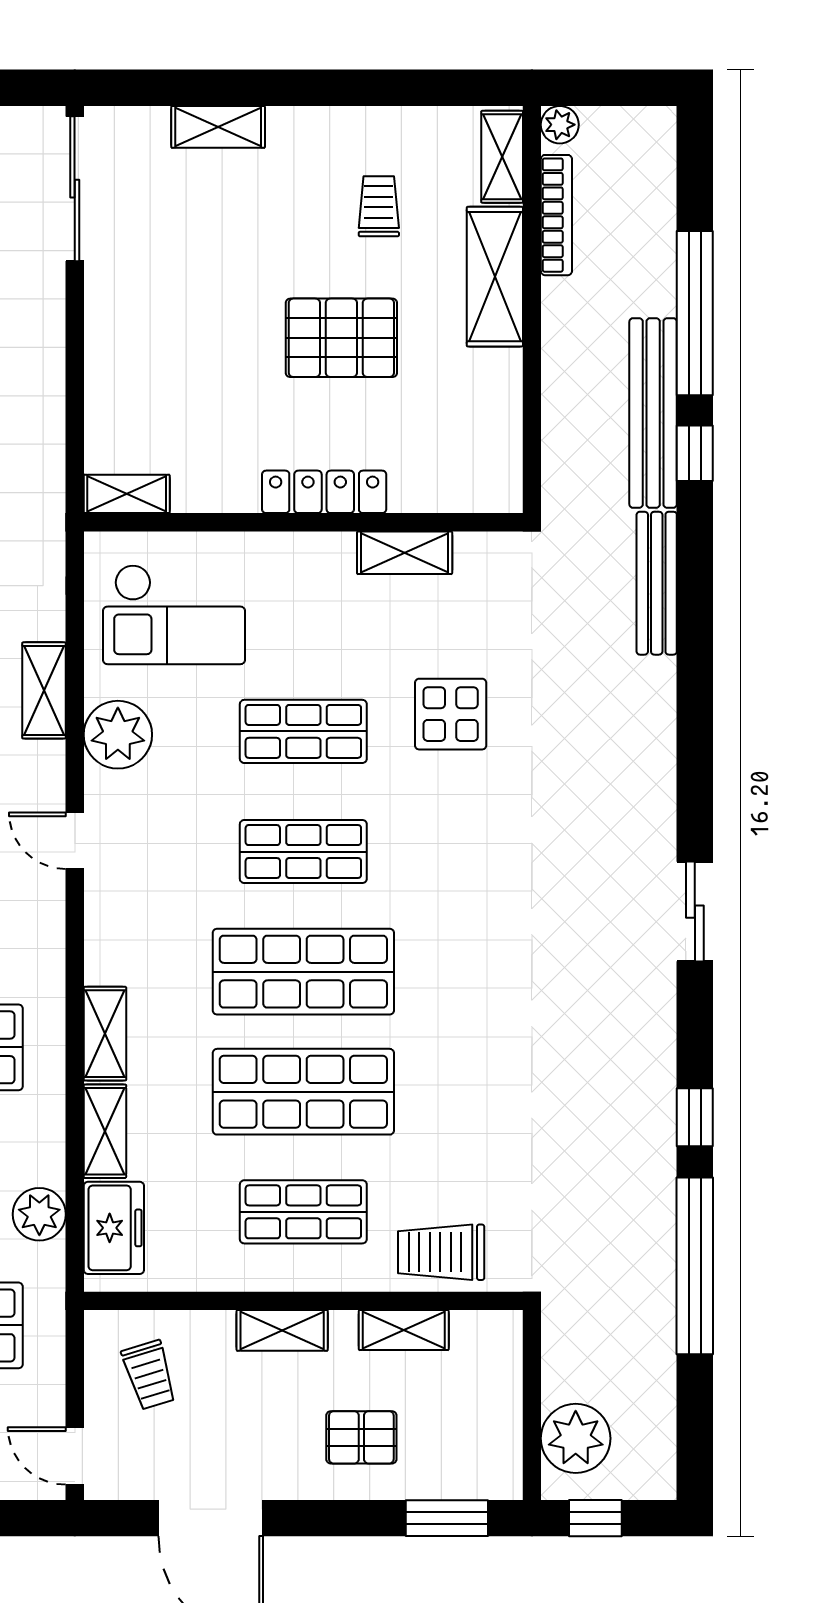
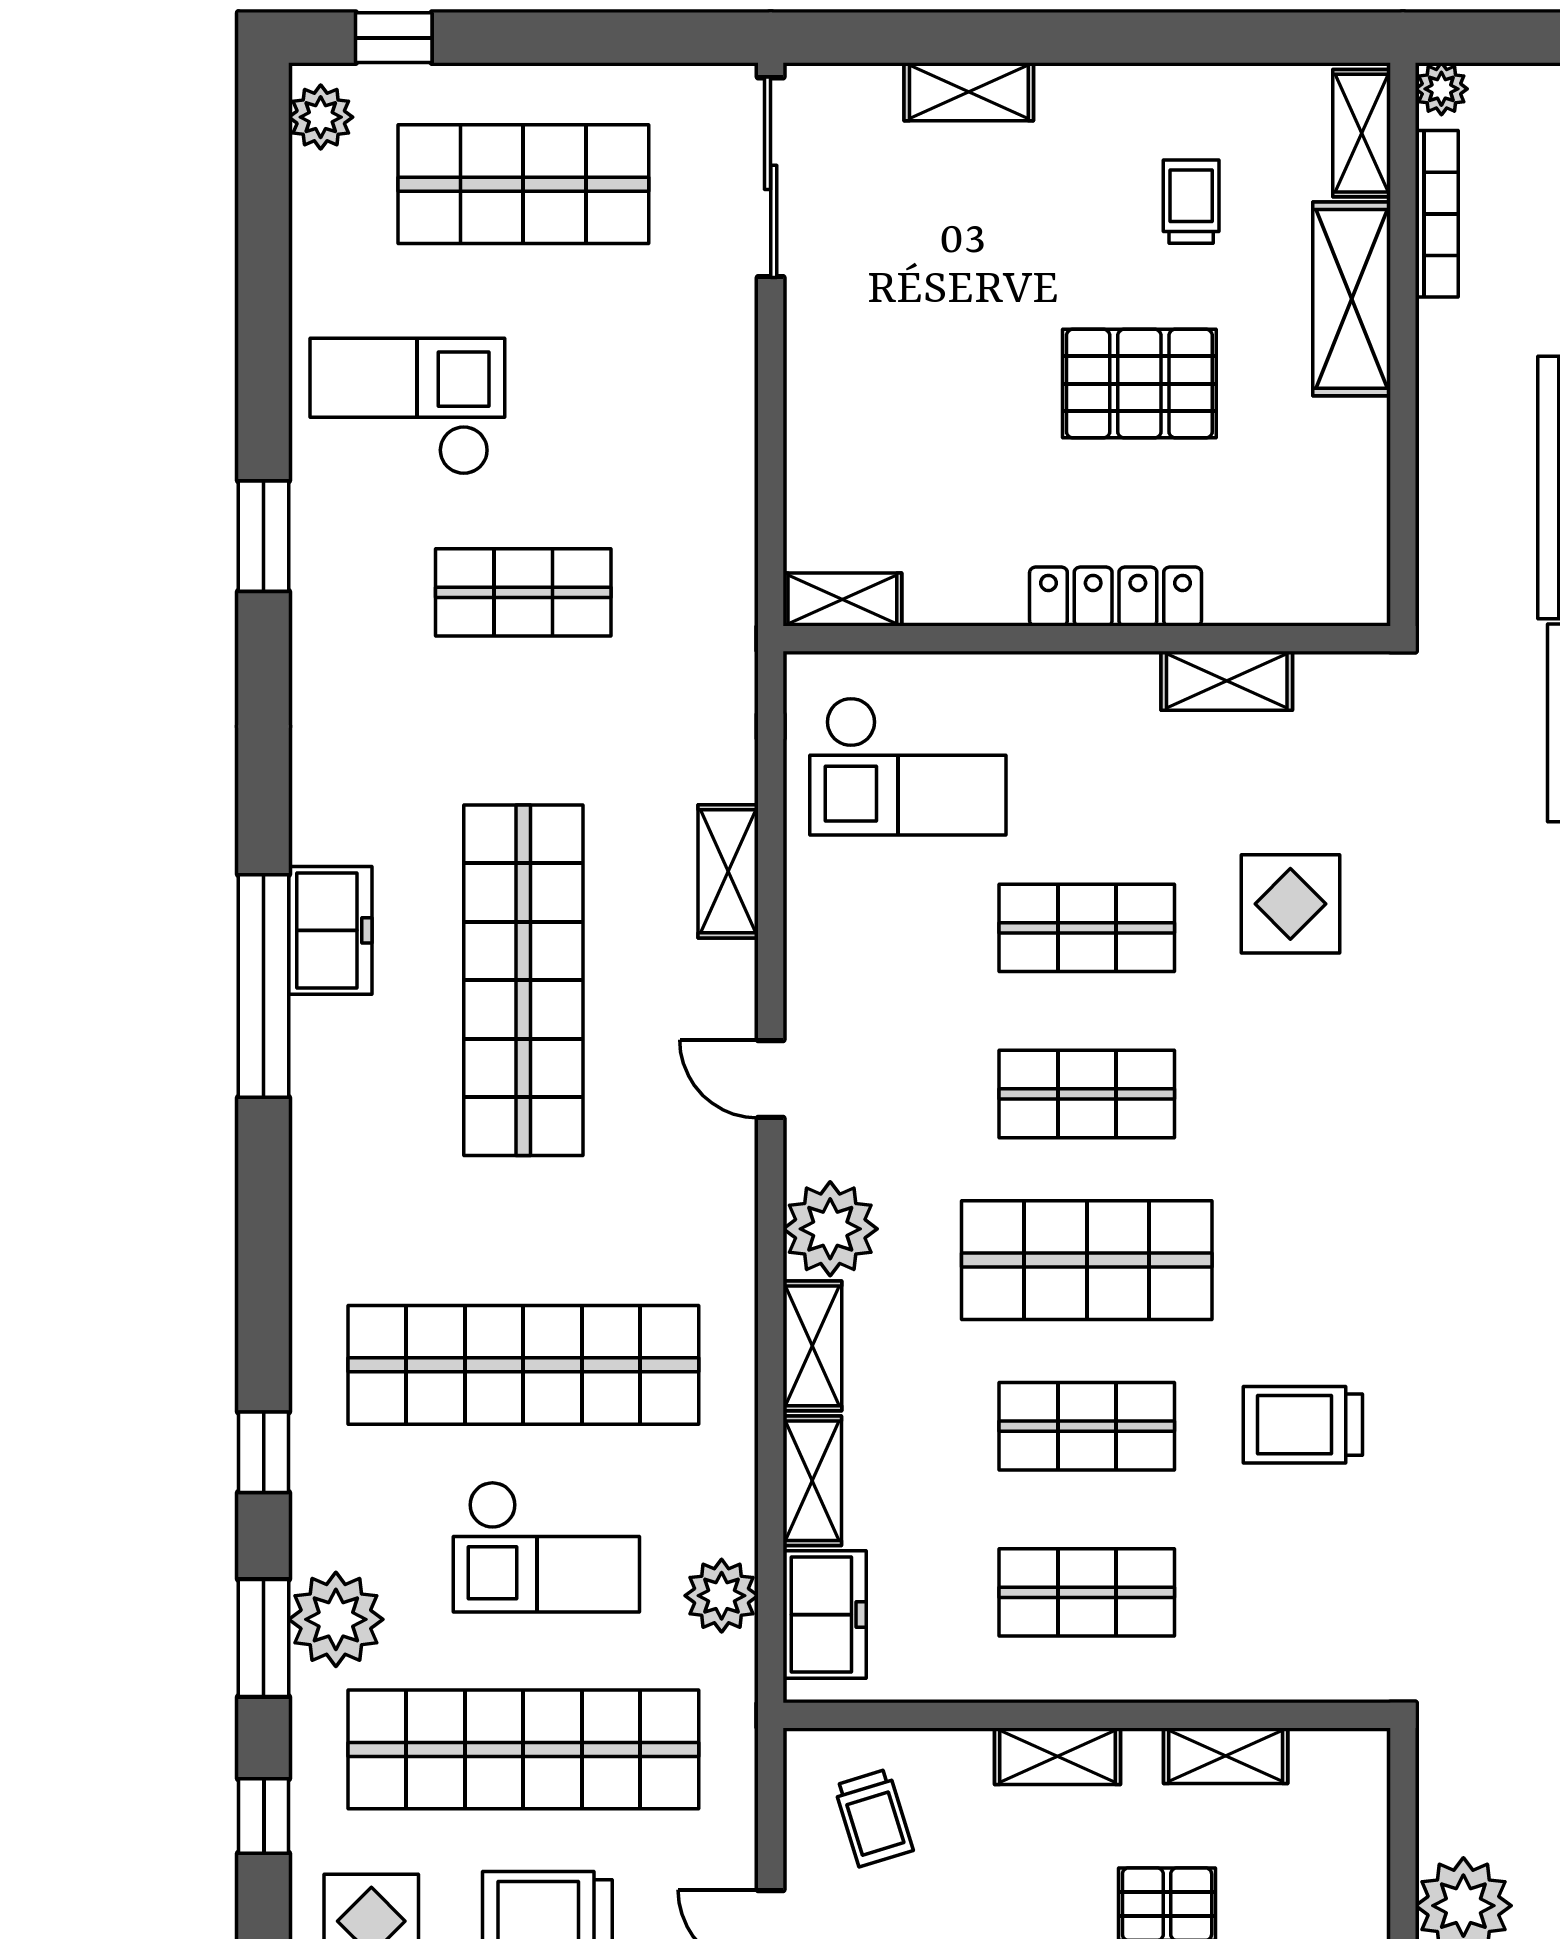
plant: (118, 735) -> (830, 1229), moved
shop shelf: (303, 1092) -> (1087, 1426), width x0.70, depth x0.74
trolley: (441, 1252) -> (1303, 1425), moved

